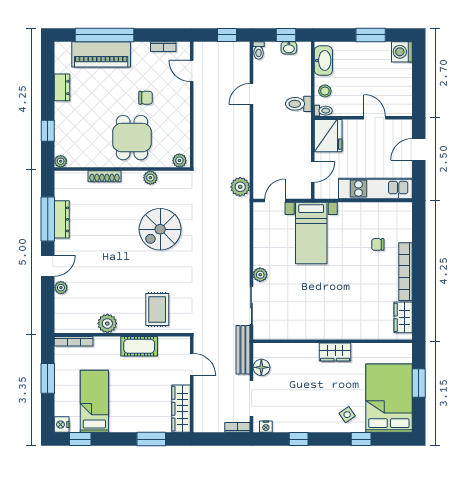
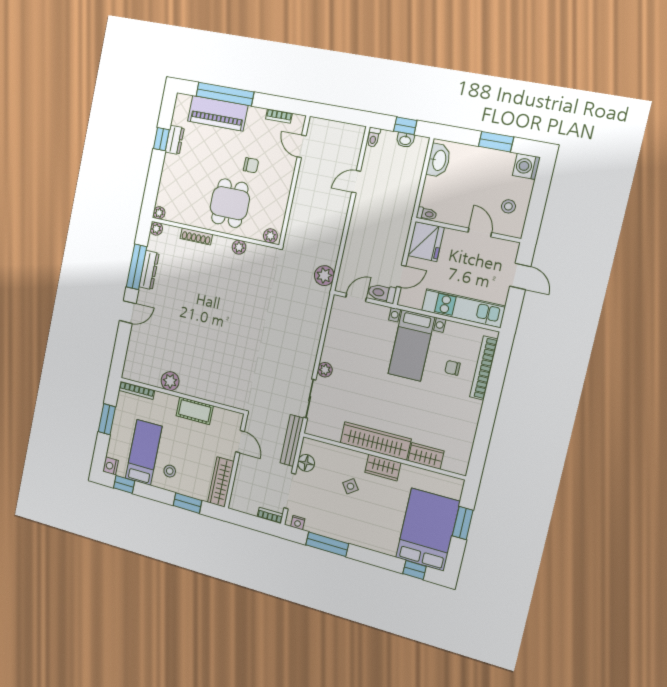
window: (227, 35) -> (345, 115), removed
stool: (325, 91) -> (508, 206), moved
toilet: (298, 104) -> (382, 293), moved
window: (48, 131) -> (161, 139), moved
door: (419, 149) -> (520, 276), swing flipped
spiral stairs: (160, 229) -> (238, 301), removed
bed with nightstands: (311, 233) -> (411, 346), moved
bookcase: (406, 272) -> (484, 368), moved
plant: (61, 288) -> (156, 229), moved
rug: (157, 310) -> (219, 379), removed
wardrobe: (403, 317) -> (426, 456), moved, turned 90
wardrobe: (323, 329) -> (375, 441), added
stool: (126, 412) -> (170, 471), added
side table: (347, 415) -> (350, 486), moved
window: (299, 439) -> (327, 544), width x2.17
window: (361, 439) -> (414, 570), moved

